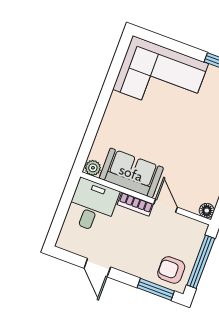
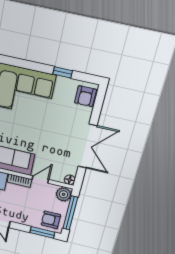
door: (166, 206) -> (40, 179), hinge flipped
plant: (195, 232) -> (64, 194), added

